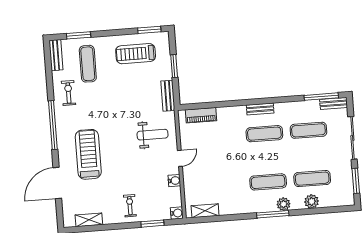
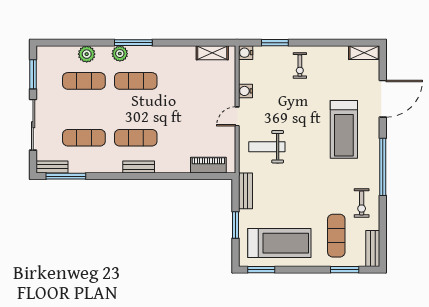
treadmill: (136, 54) -> (279, 243), width x1.37, depth x1.38
shelving: (89, 220) -> (364, 53), moved

